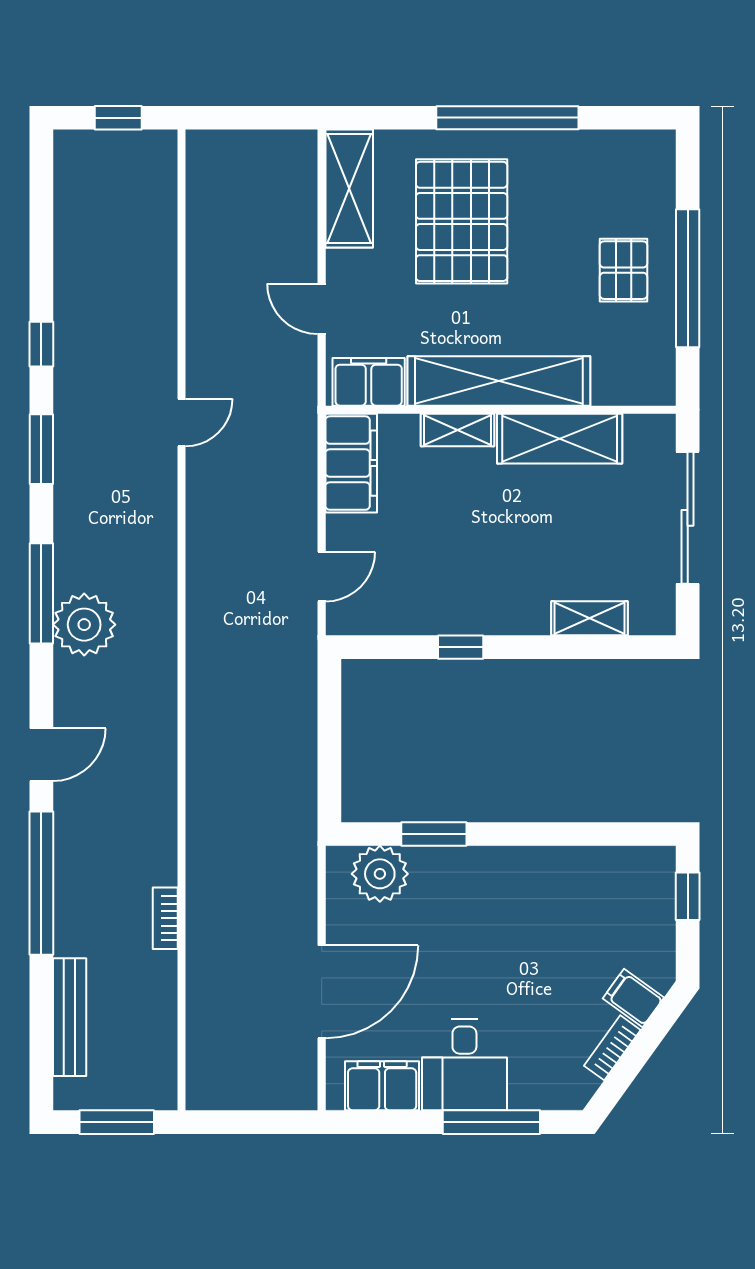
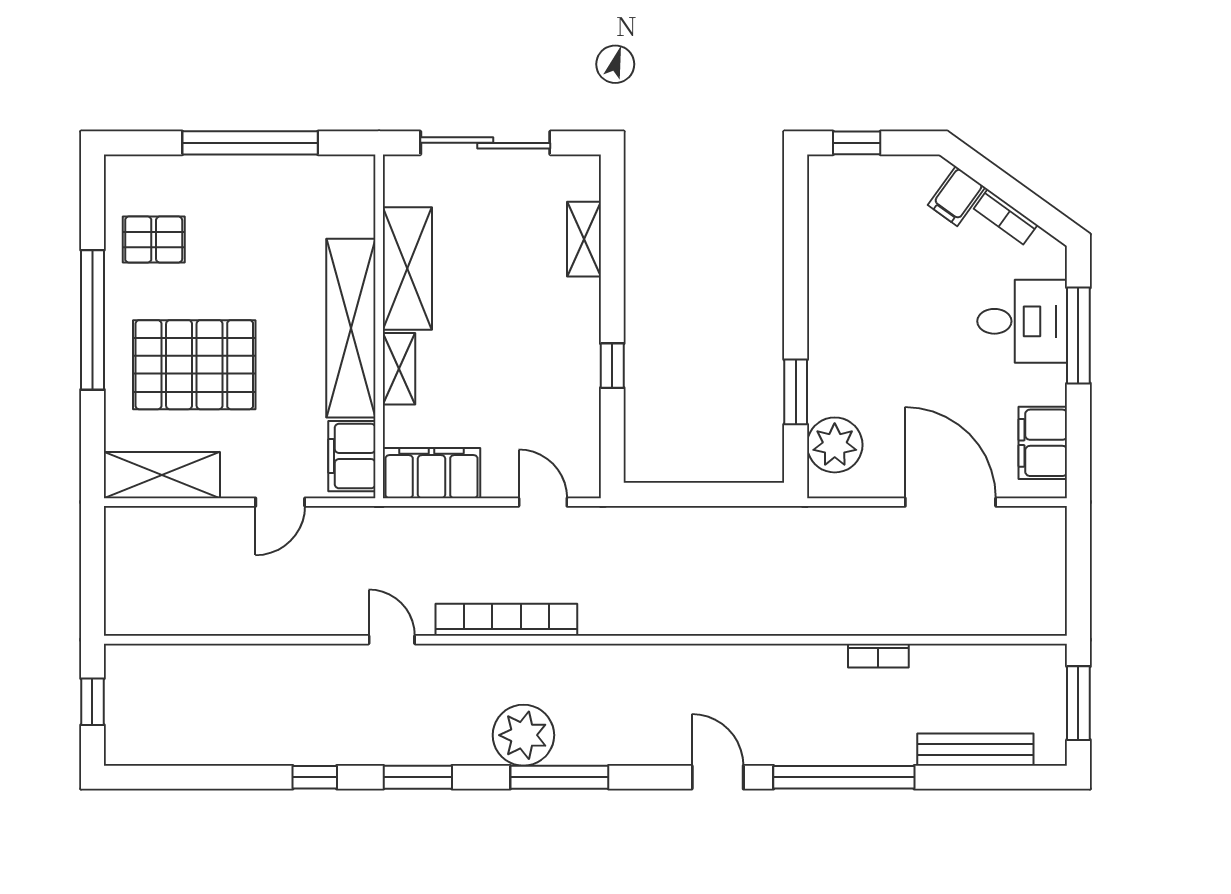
pallet: (623, 270) -> (154, 240), moved
bookcase: (202, 539) -> (506, 620), added
plant: (84, 625) -> (523, 735), moved
desk: (464, 1065) -> (1022, 321), moved

